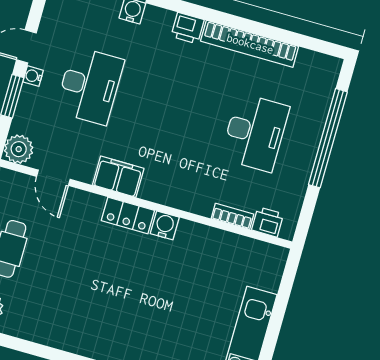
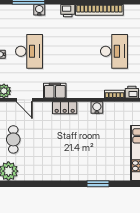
water cooler: (165, 225) -> (97, 108), moved

